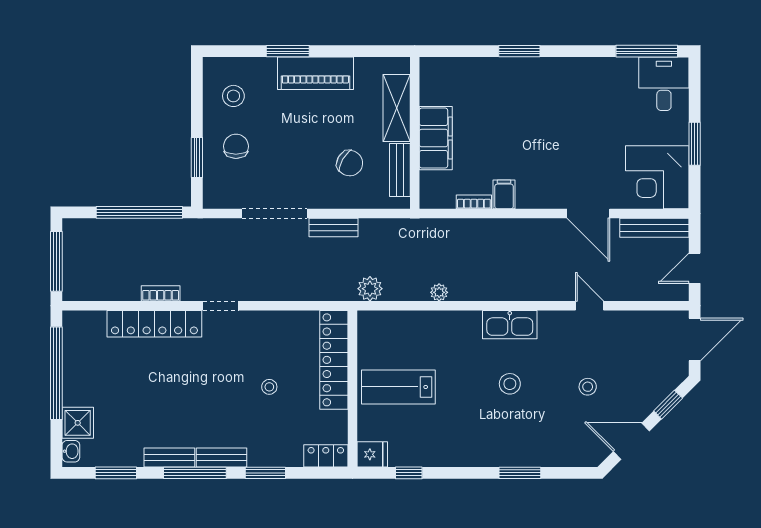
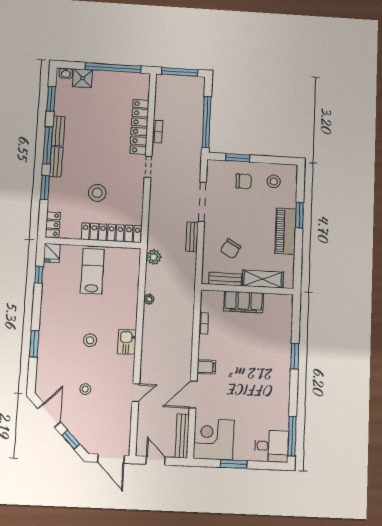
filing cabinet: (504, 194) -> (206, 367), moved
kitchen sink: (510, 325) -> (127, 342), width x0.73
stool: (269, 387) -> (97, 193), width x1.89, depth x1.89

